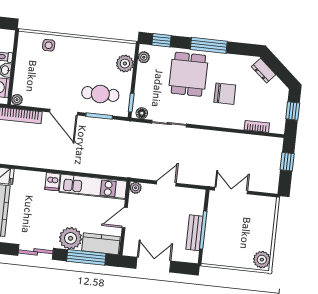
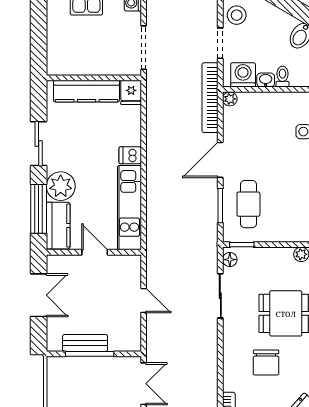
plant: (125, 64) -> (291, 231), removed
plant: (136, 188) -> (134, 262), removed

